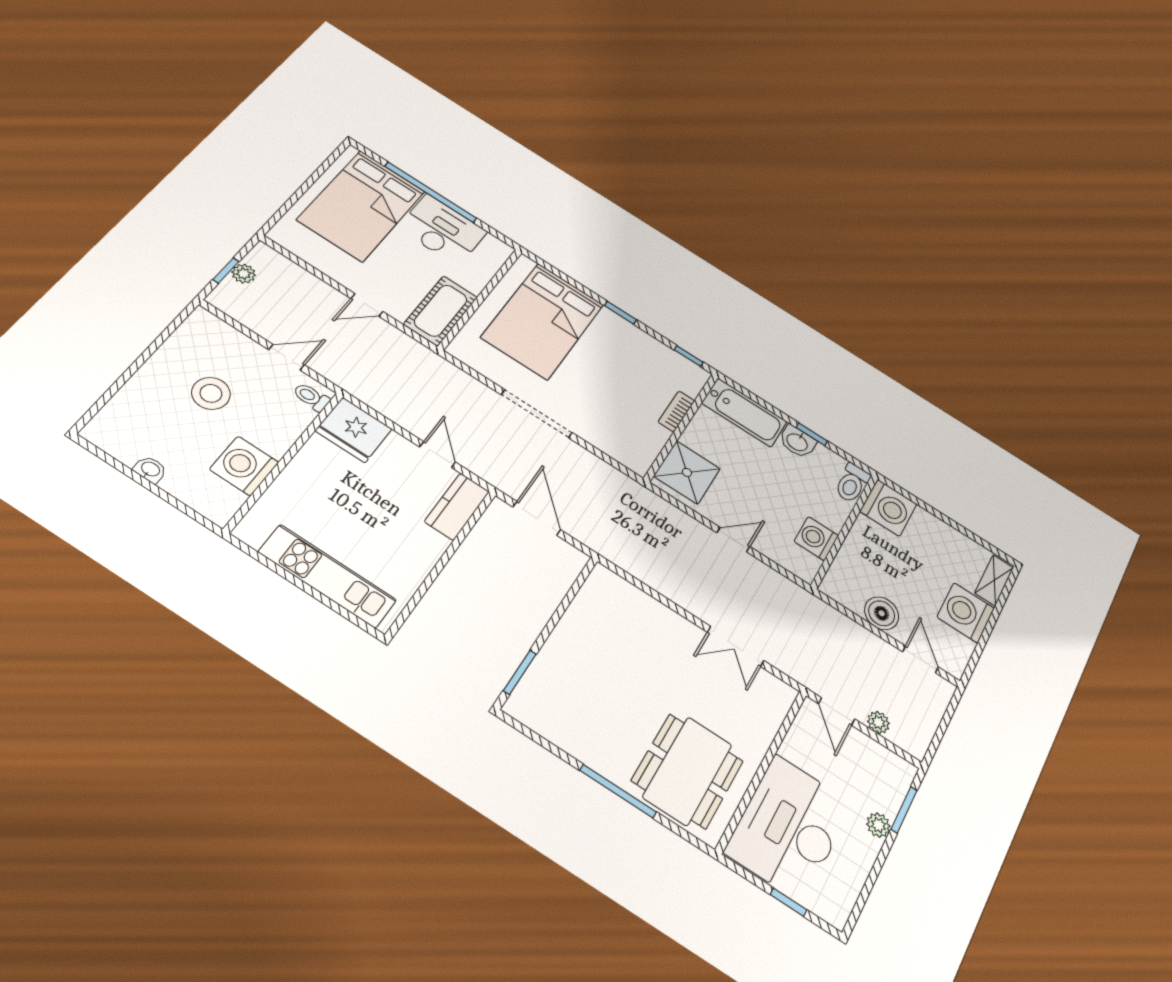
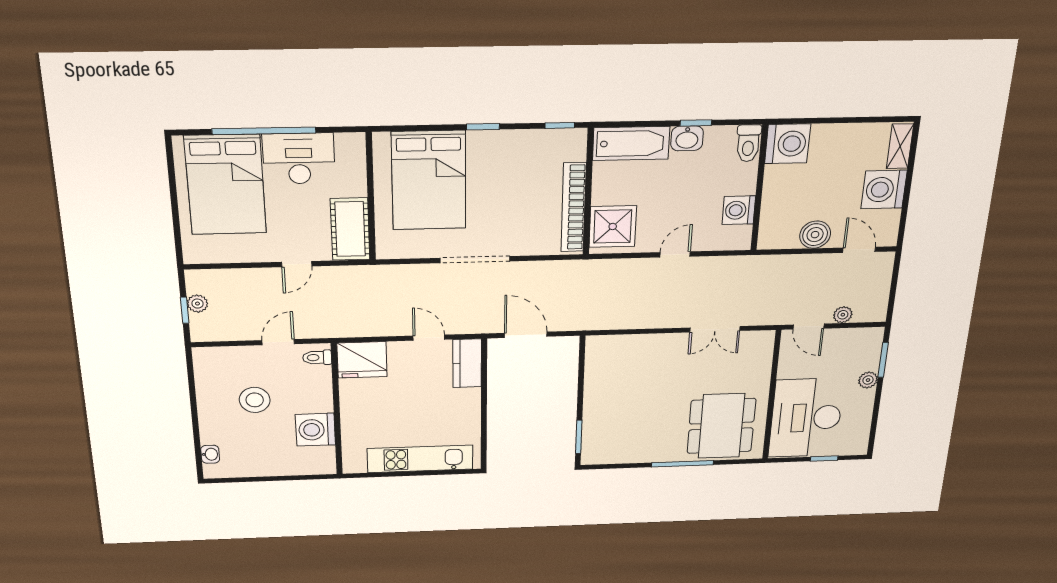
bookcase: (676, 411) -> (574, 207), width x2.31, depth x1.31
washbasin: (150, 469) -> (210, 454), moved, turned 90

